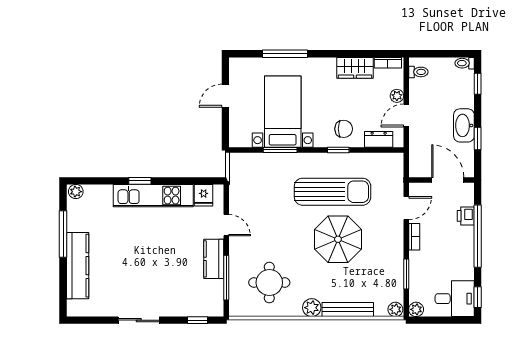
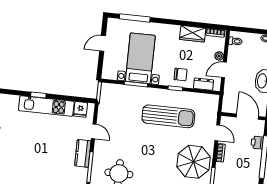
window: (285, 54) -> (135, 18), moved
door: (406, 208) -> (217, 133), hinge flipped
parasol: (338, 239) -> (194, 162), moved

